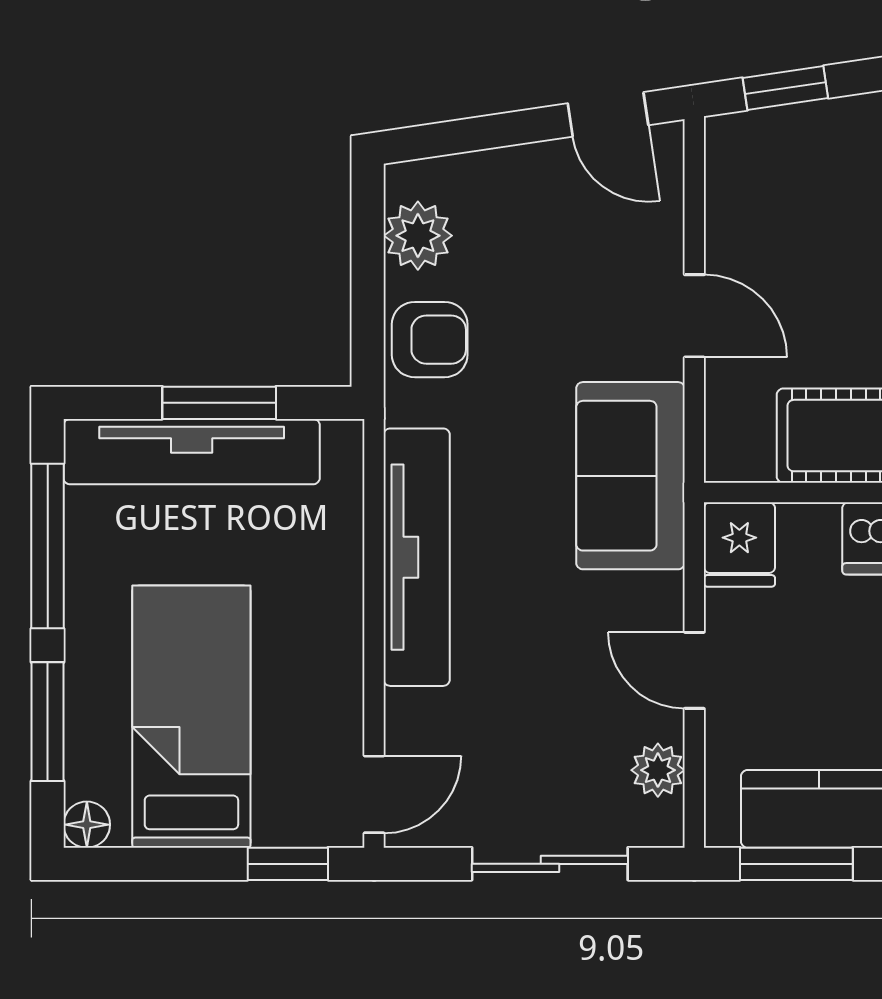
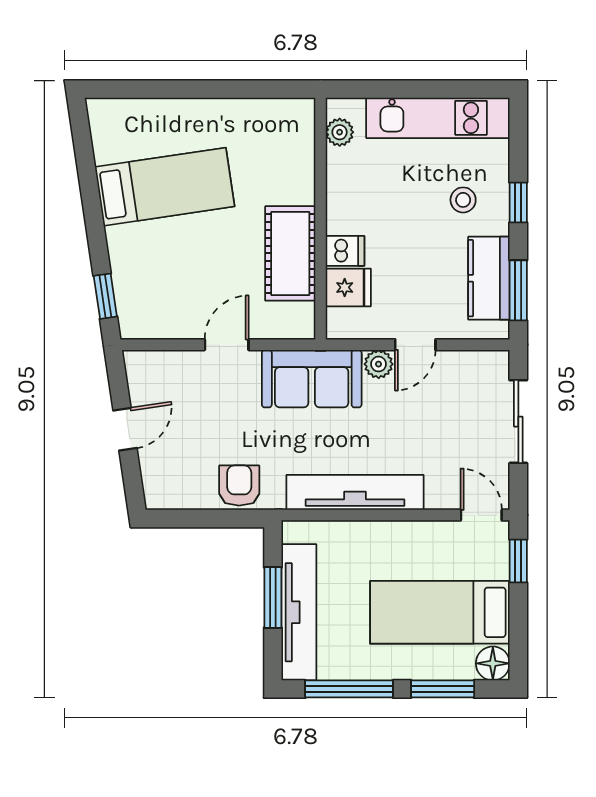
door: (608, 114) -> (125, 429), moved
plant: (418, 236) -> (184, 492), removed
fridge: (739, 544) -> (348, 287), moved
plant: (658, 770) -> (379, 364), moved
floor lamp: (87, 825) -> (493, 663), width x1.37, depth x1.37

